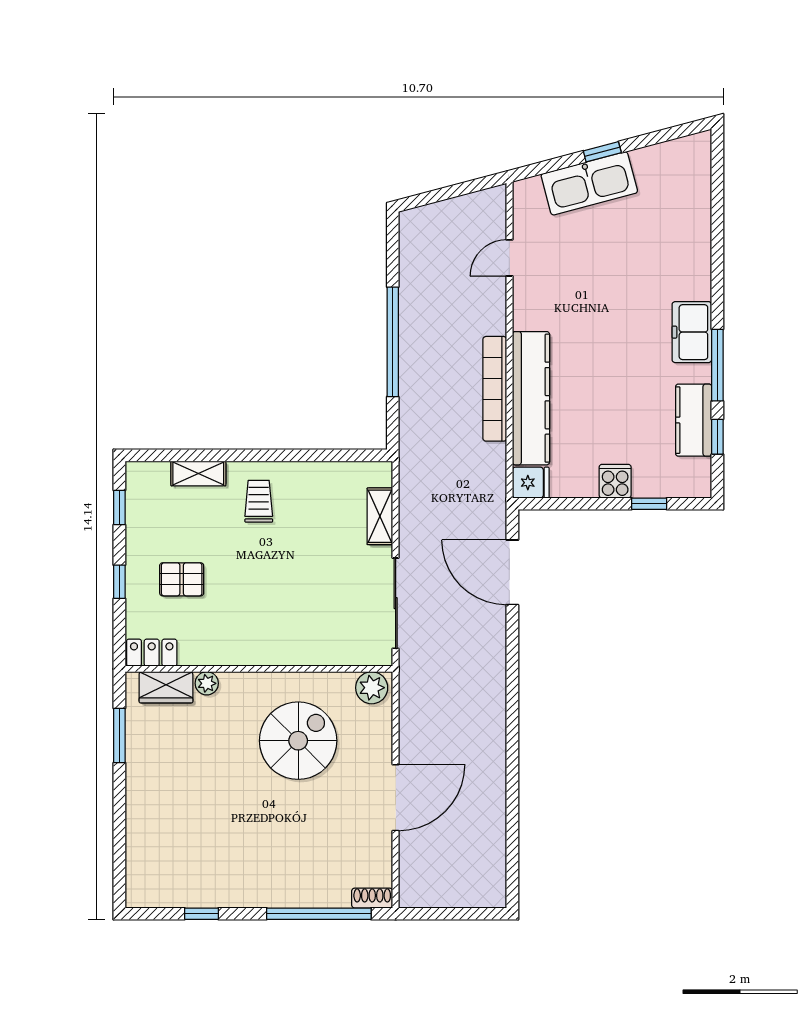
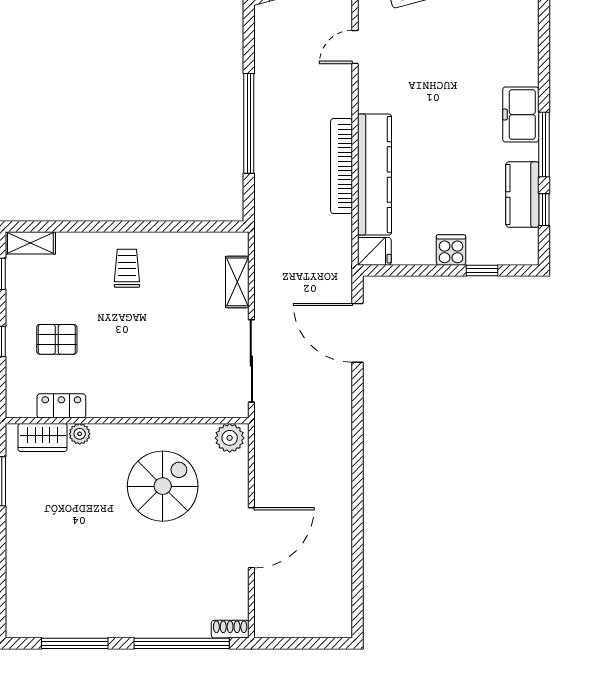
shelving: (198, 473) -> (30, 243), moved
locker: (152, 653) -> (61, 406), moved
window: (202, 914) -> (75, 643), width x2.17

